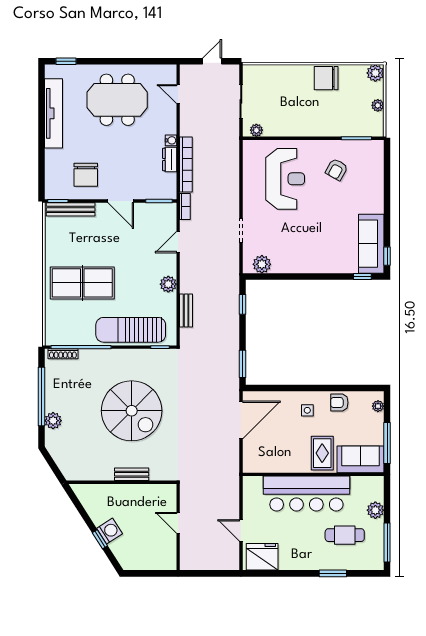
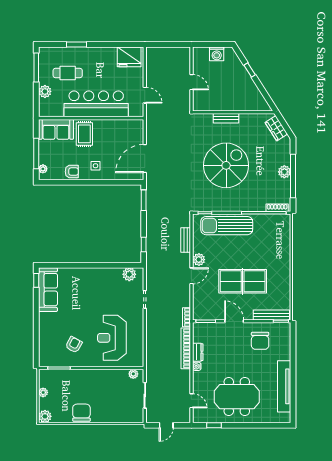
window: (66, 61) -> (214, 425), moved
chair: (326, 78) -> (81, 413), turned -90
chair: (86, 175) -> (260, 341), turned 180
door: (178, 242) -> (191, 276), moved
window: (362, 276) -> (55, 265), removed
table tennis table: (82, 283) -> (243, 281), moved
sun lounger: (131, 330) -> (227, 226), turned 180
spiral stairs: (132, 411) -> (226, 165), turned 90
plant: (53, 421) -> (284, 172), moved
window: (387, 443) -> (36, 153), moved
wardrobe: (64, 461) -> (276, 128), added
door: (241, 530) -> (145, 95), moved
washing machine: (110, 531) -> (217, 54), moved, turned -57

